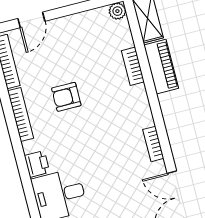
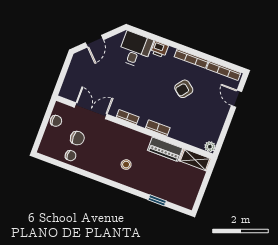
bookcase: (133, 66) -> (158, 128), moved
armchair: (66, 97) -> (184, 89), turned -142

